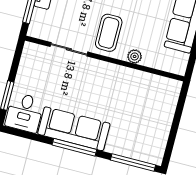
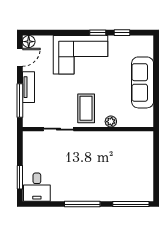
sofa: (74, 129) -> (78, 190), removed

